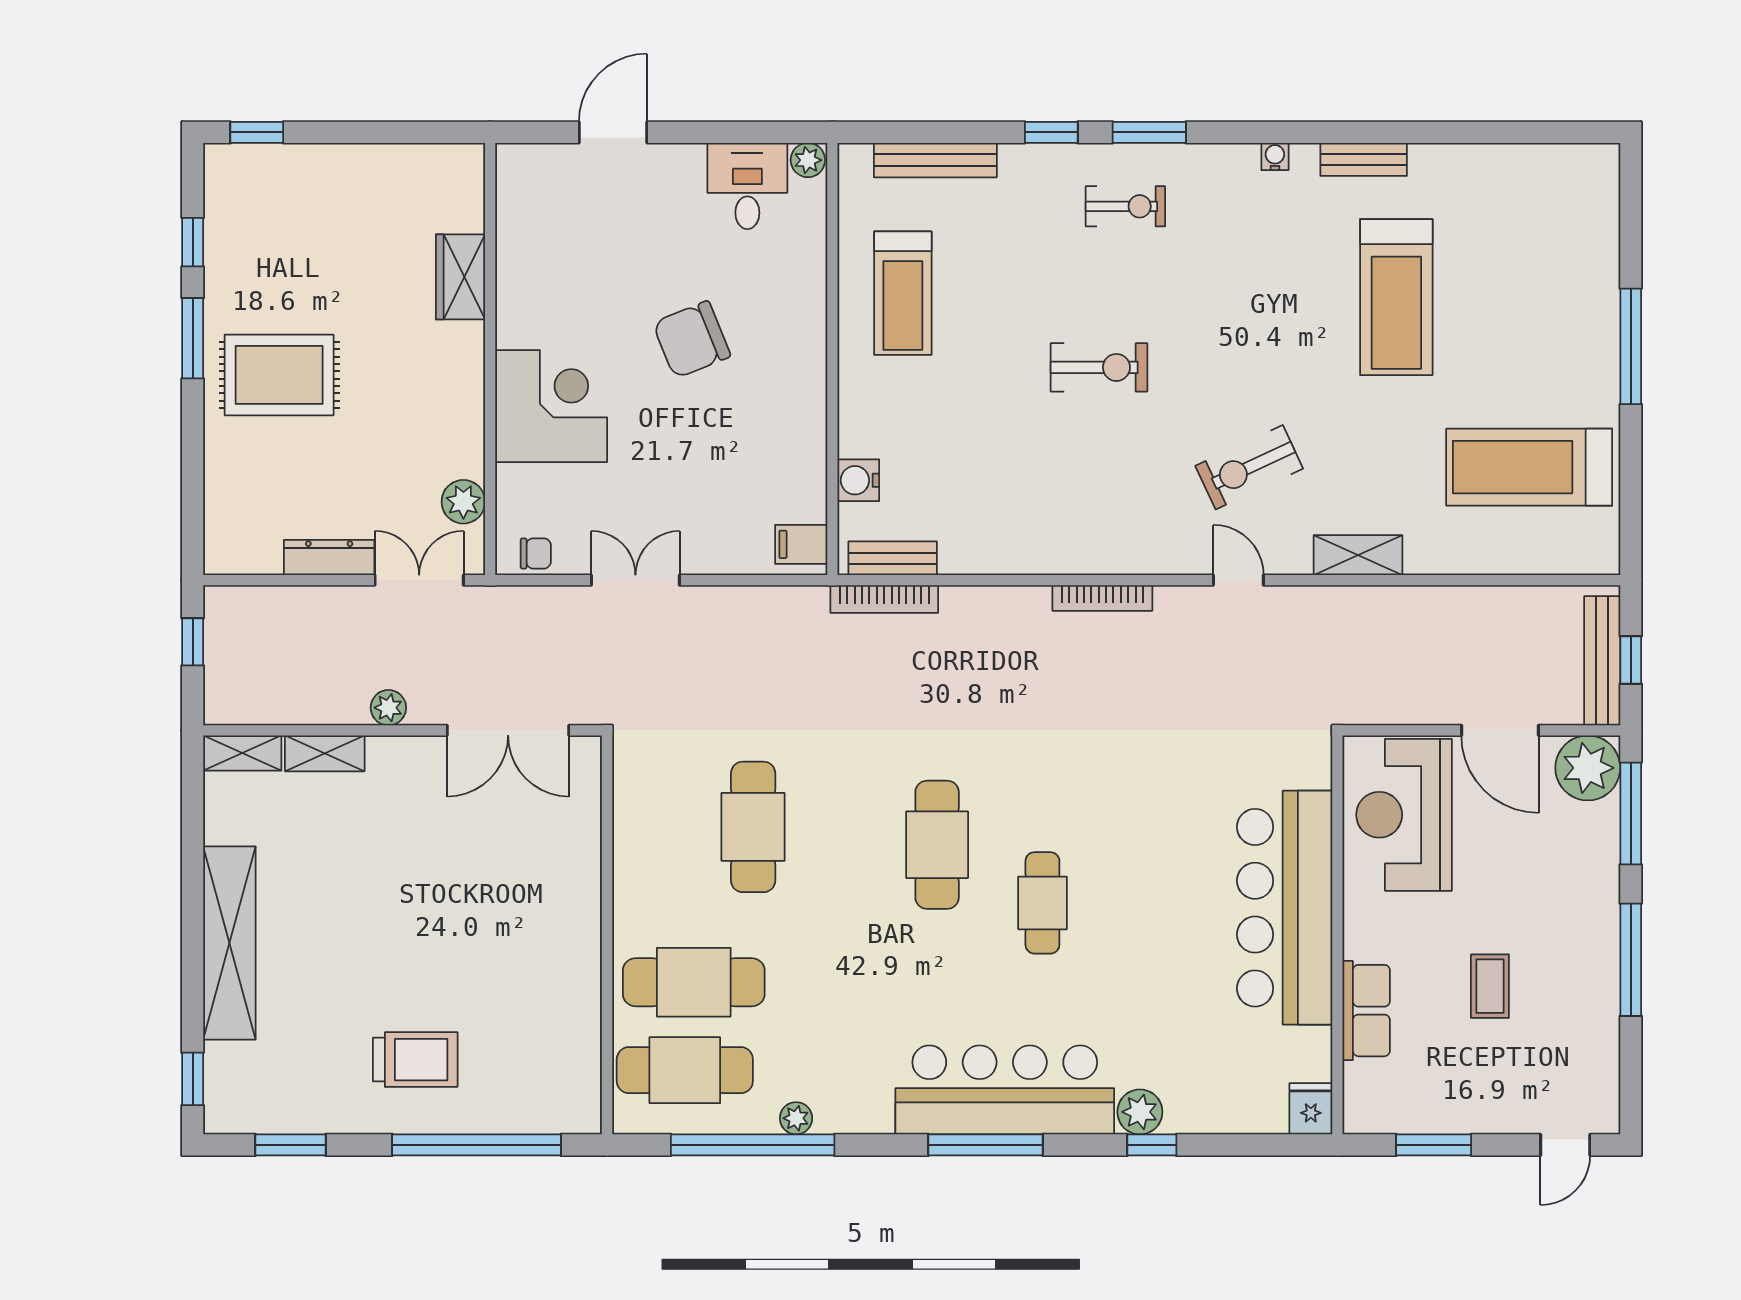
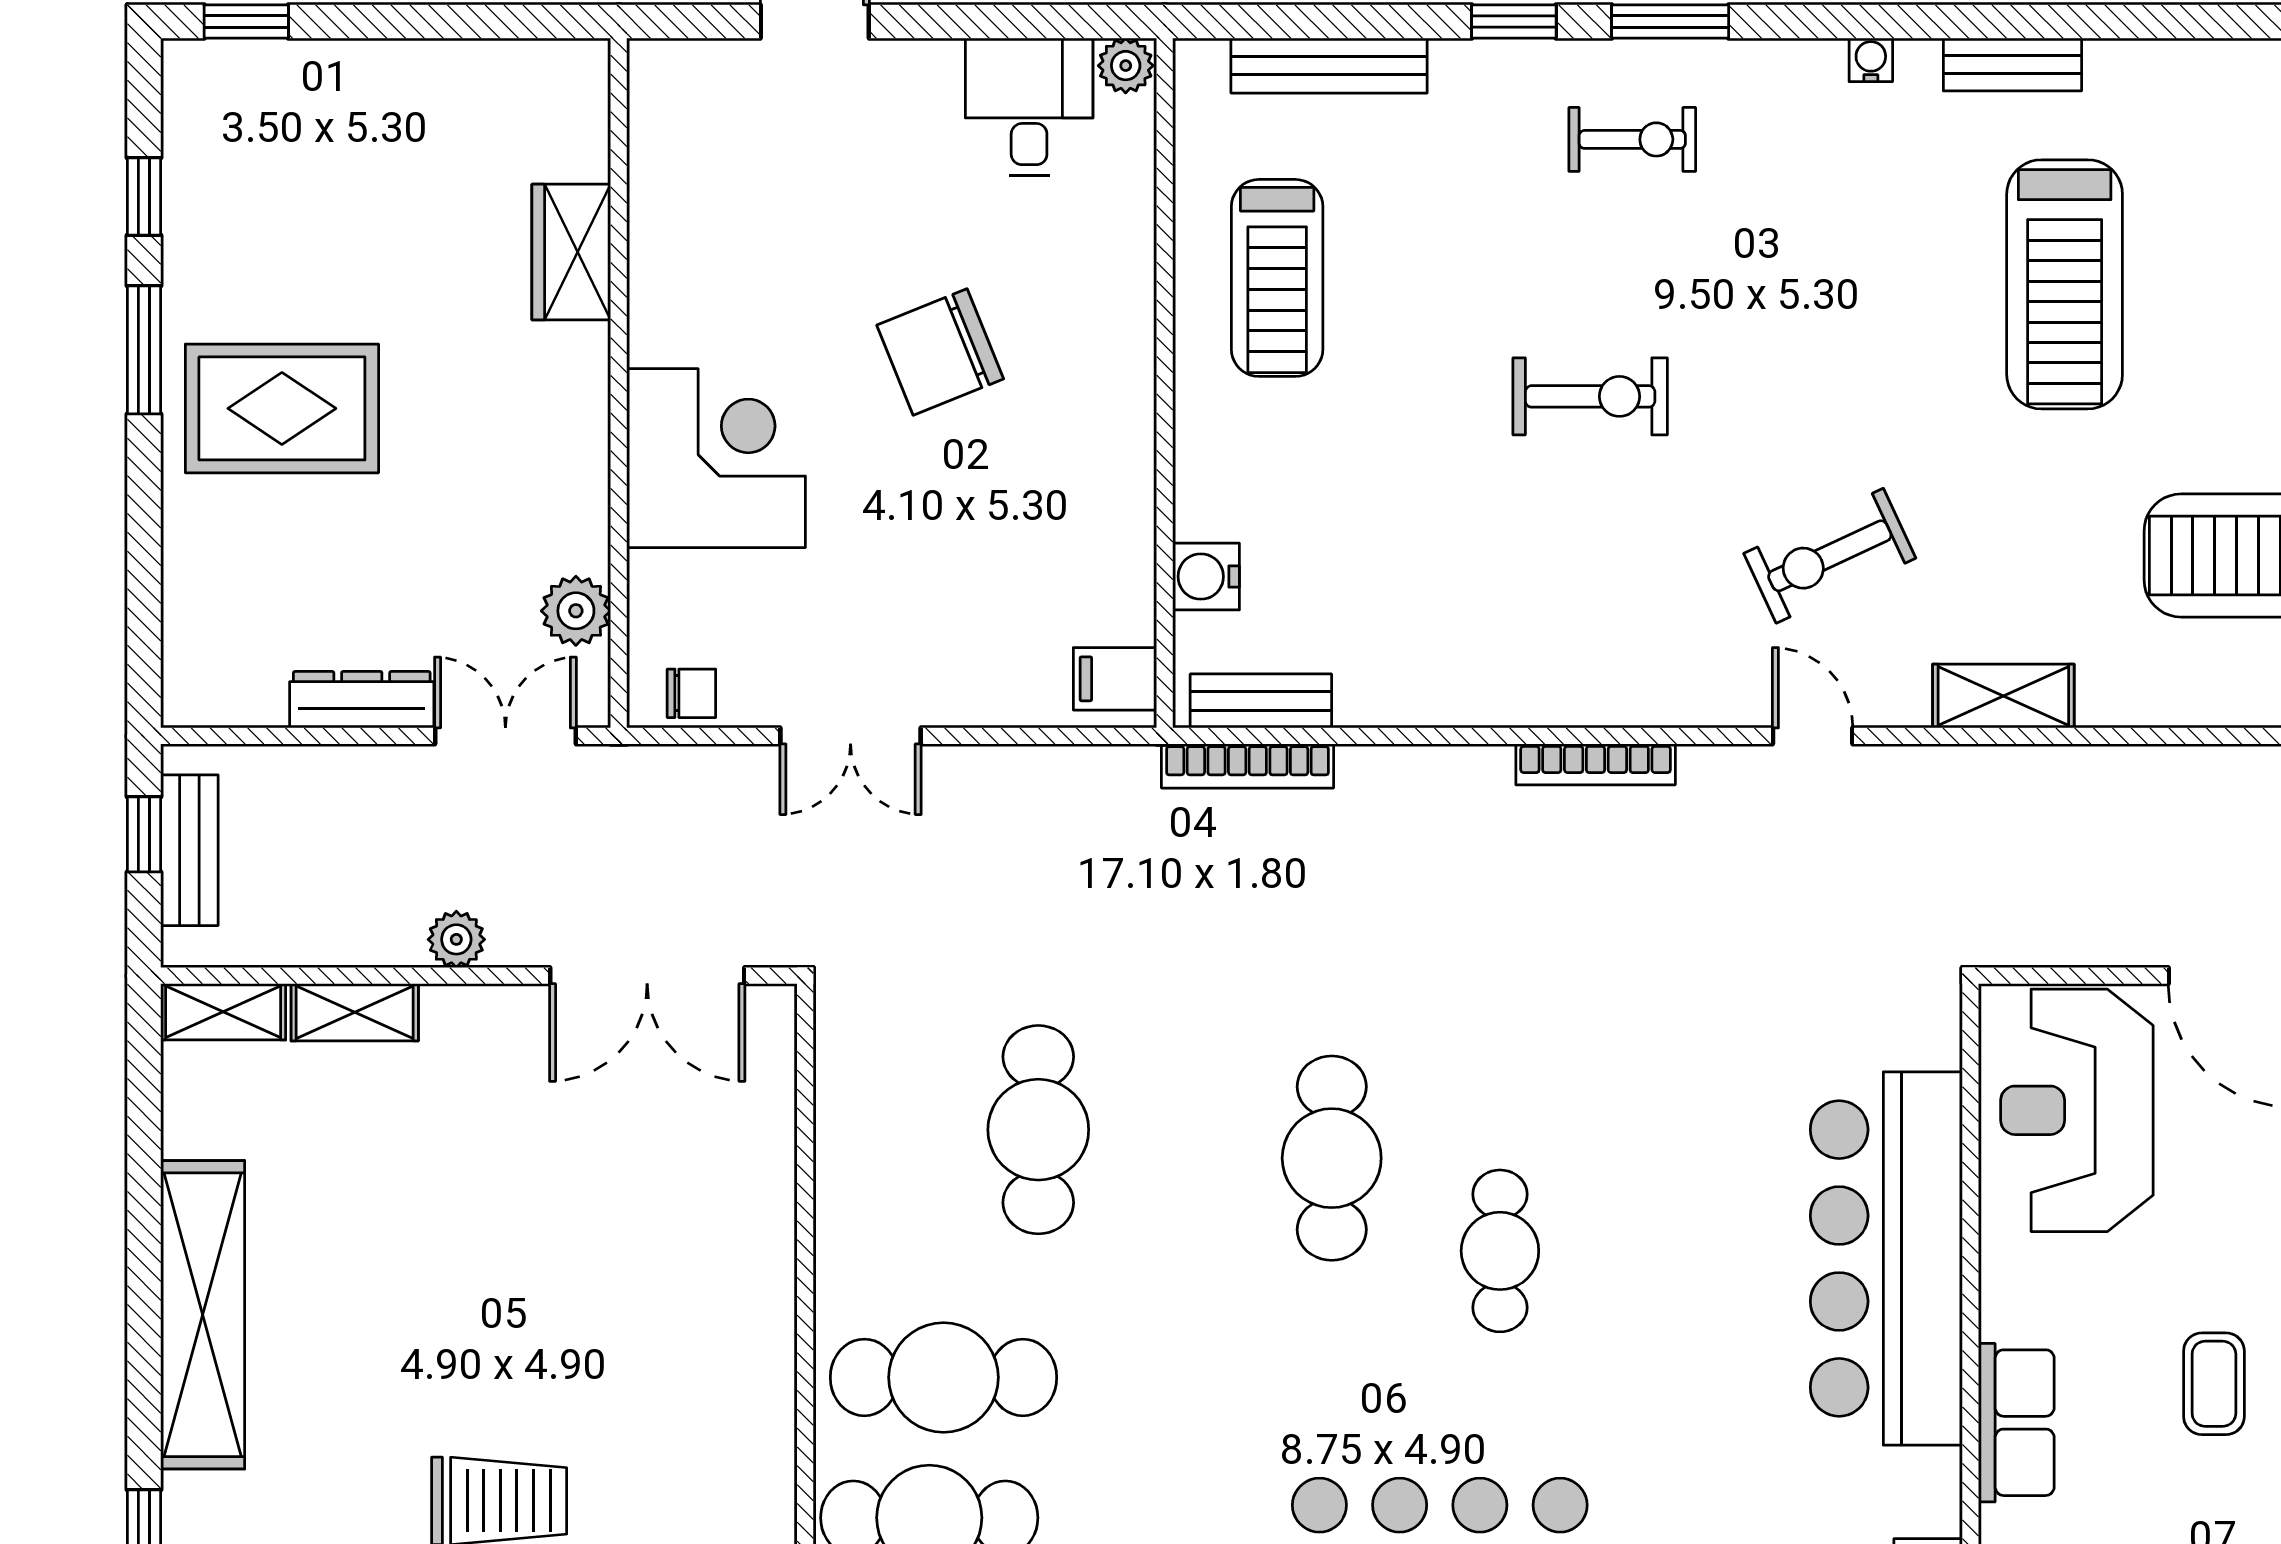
double door: (635, 580) -> (851, 736), swing flipped
bench: (221, 652) -> (189, 850), added

